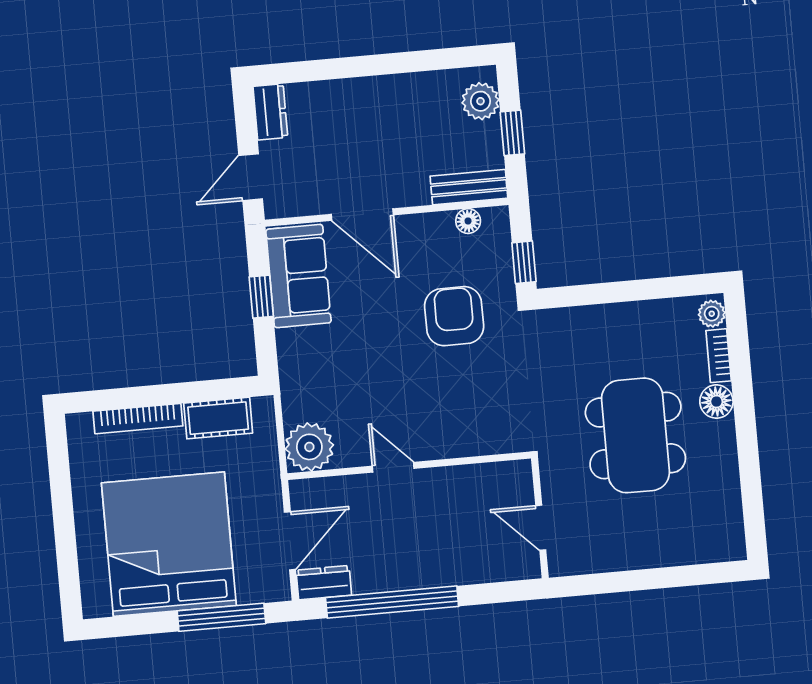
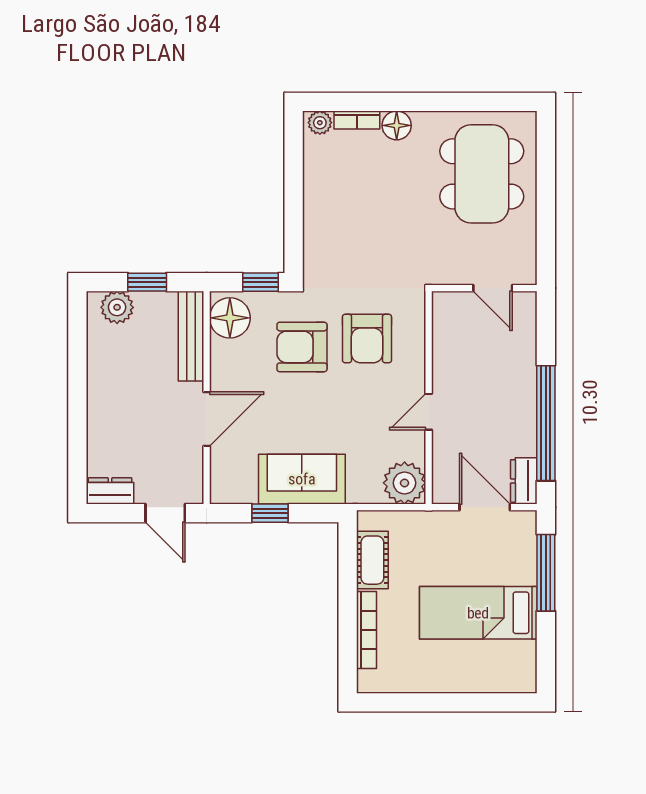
bench: (469, 187) -> (191, 336), width x1.36
floor lamp: (468, 221) -> (230, 318), width x1.89, depth x1.89
sofa: (298, 276) -> (302, 479), moved
armchair: (470, 389) -> (367, 339), added
dining table: (635, 435) -> (482, 174), moved, turned 90
door: (541, 528) -> (493, 288), hinge flipped
bed: (169, 544) -> (478, 613), width x0.49

